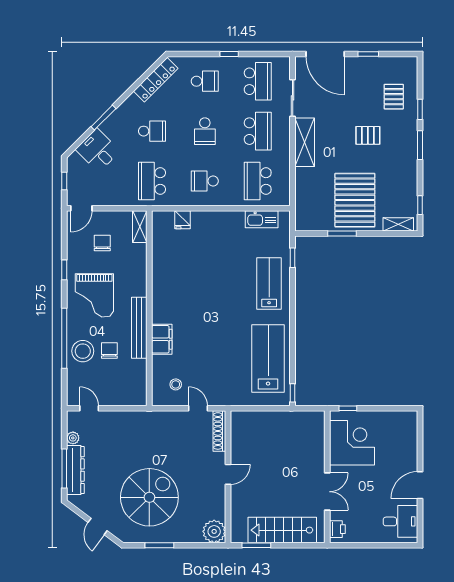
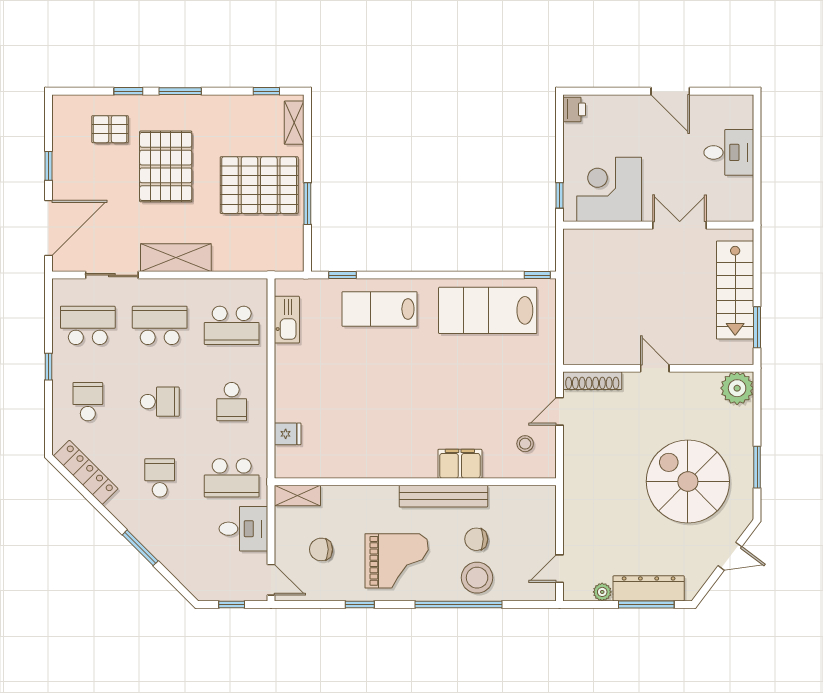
pallet: (368, 135) -> (166, 166), width x2.05, depth x2.00
desk: (98, 150) -> (243, 529), moved, turned -135
desk: (401, 521) -> (729, 152), moved, turned 90
printer: (337, 529) -> (574, 109), moved, turned 90

